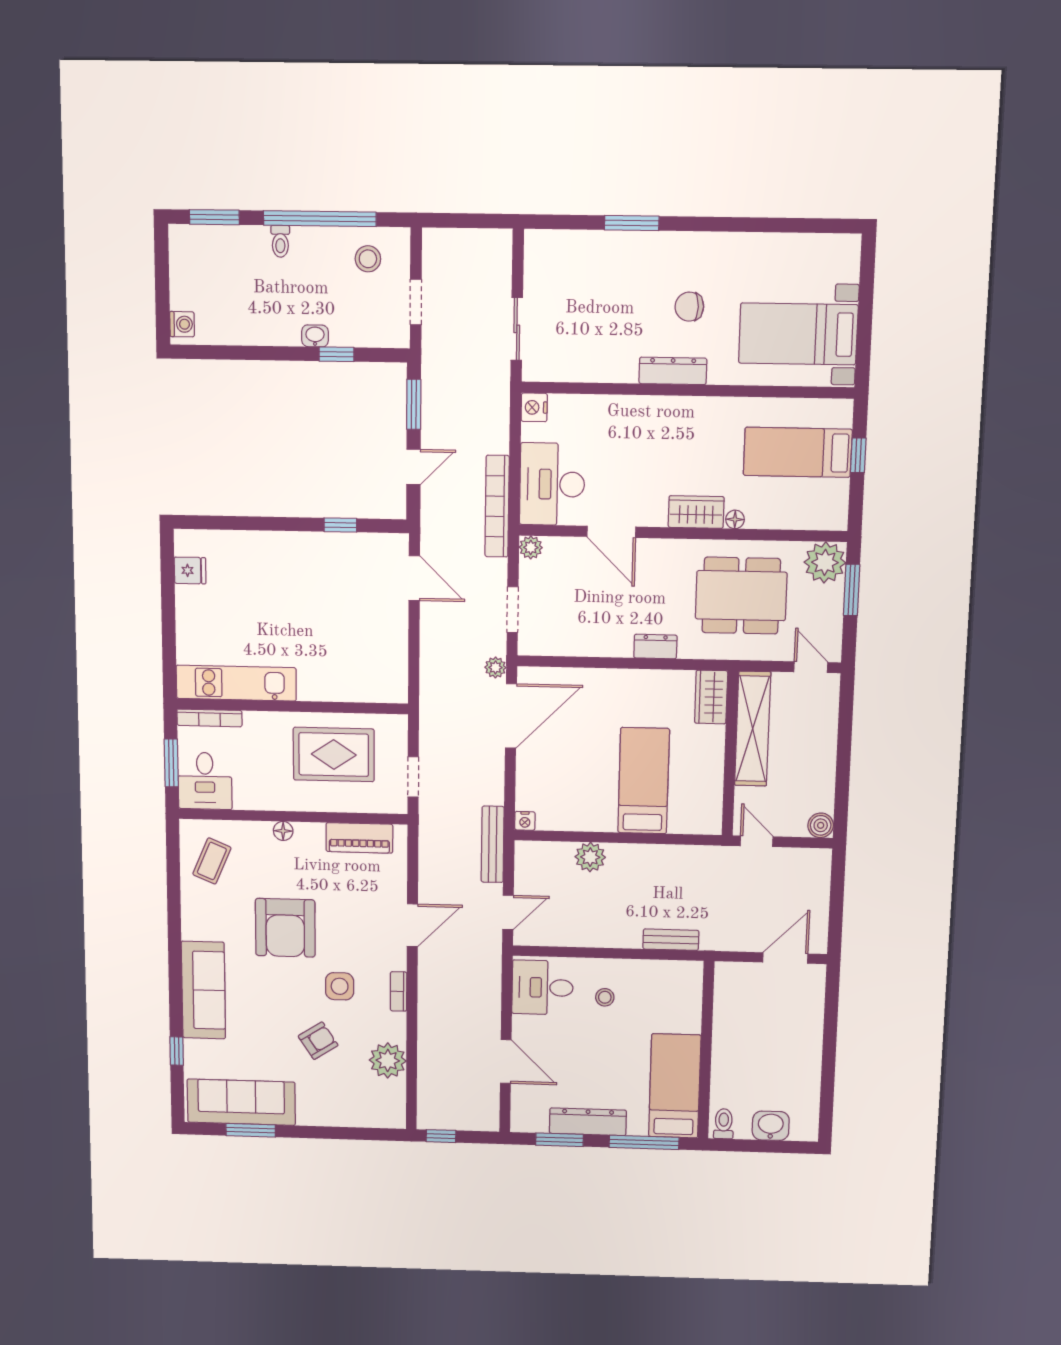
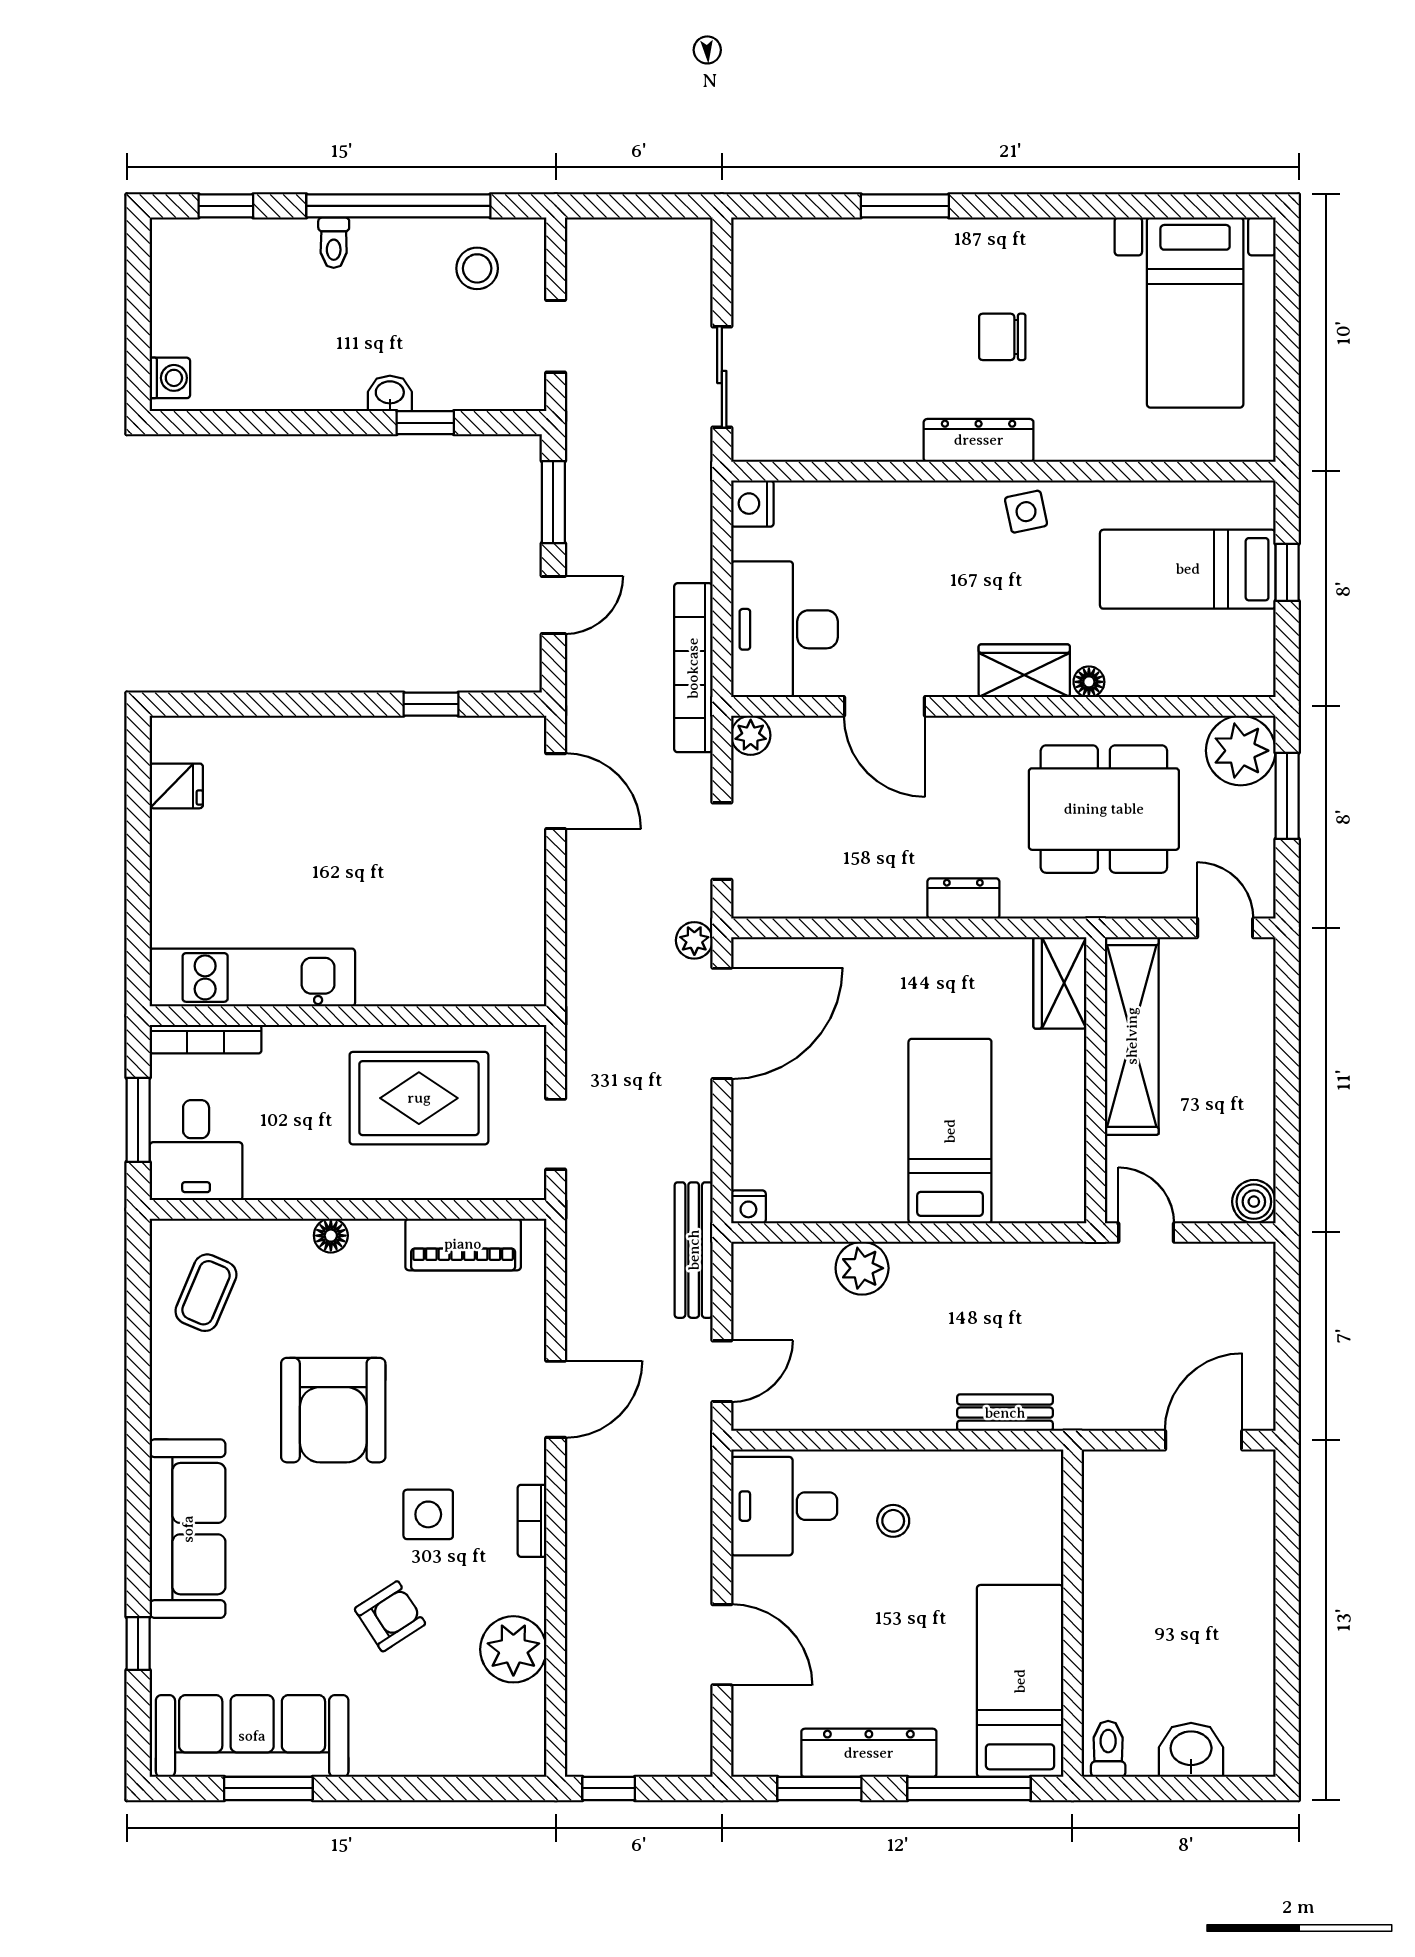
window: (214, 217) -> (226, 206), width x0.67
bed with nightstands: (798, 334) -> (1195, 313), moved, turned -90
side table: (700, 415) -> (1026, 512), added

